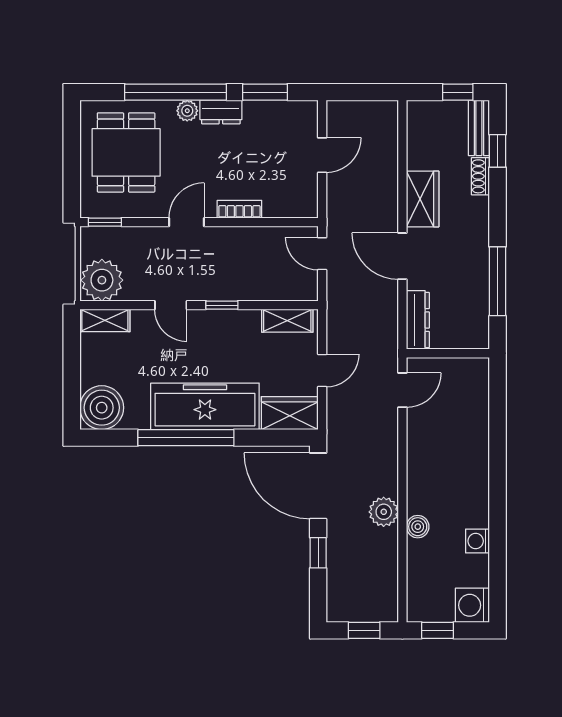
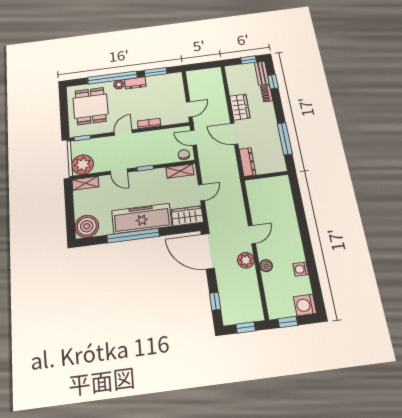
door: (322, 155) -> (189, 109), moved
chair: (299, 287) -> (184, 155), added
door: (402, 390) -> (252, 235), moved
window: (318, 553) -> (215, 301), moved

